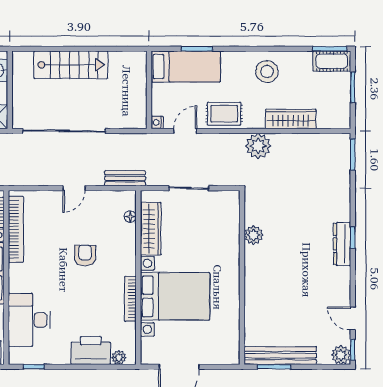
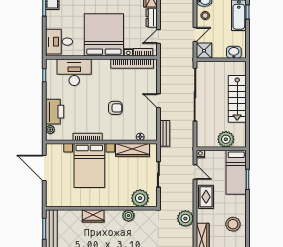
plant: (134, 83) -> (226, 139), added
plant: (226, 217) -> (140, 198), added
wardrobe: (254, 290) -> (93, 216), added

